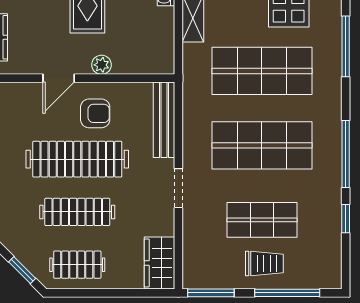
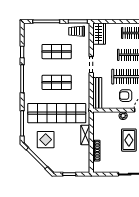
shop shelf: (262, 71) -> (57, 113), width x1.40
shop shelf: (262, 145) -> (57, 82), width x0.70, depth x0.74
trolley: (264, 264) -> (77, 31), moved

